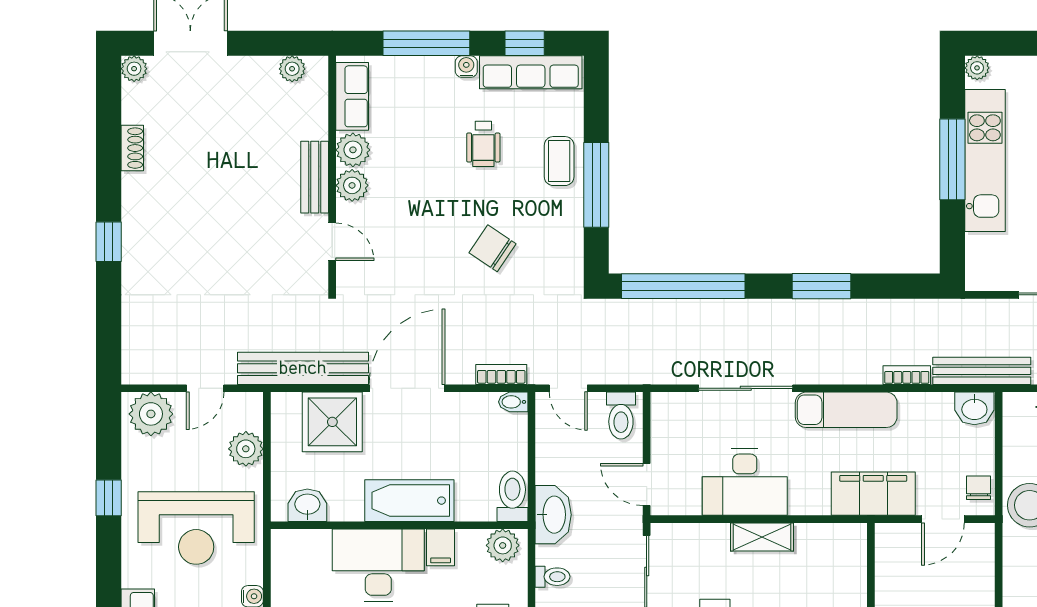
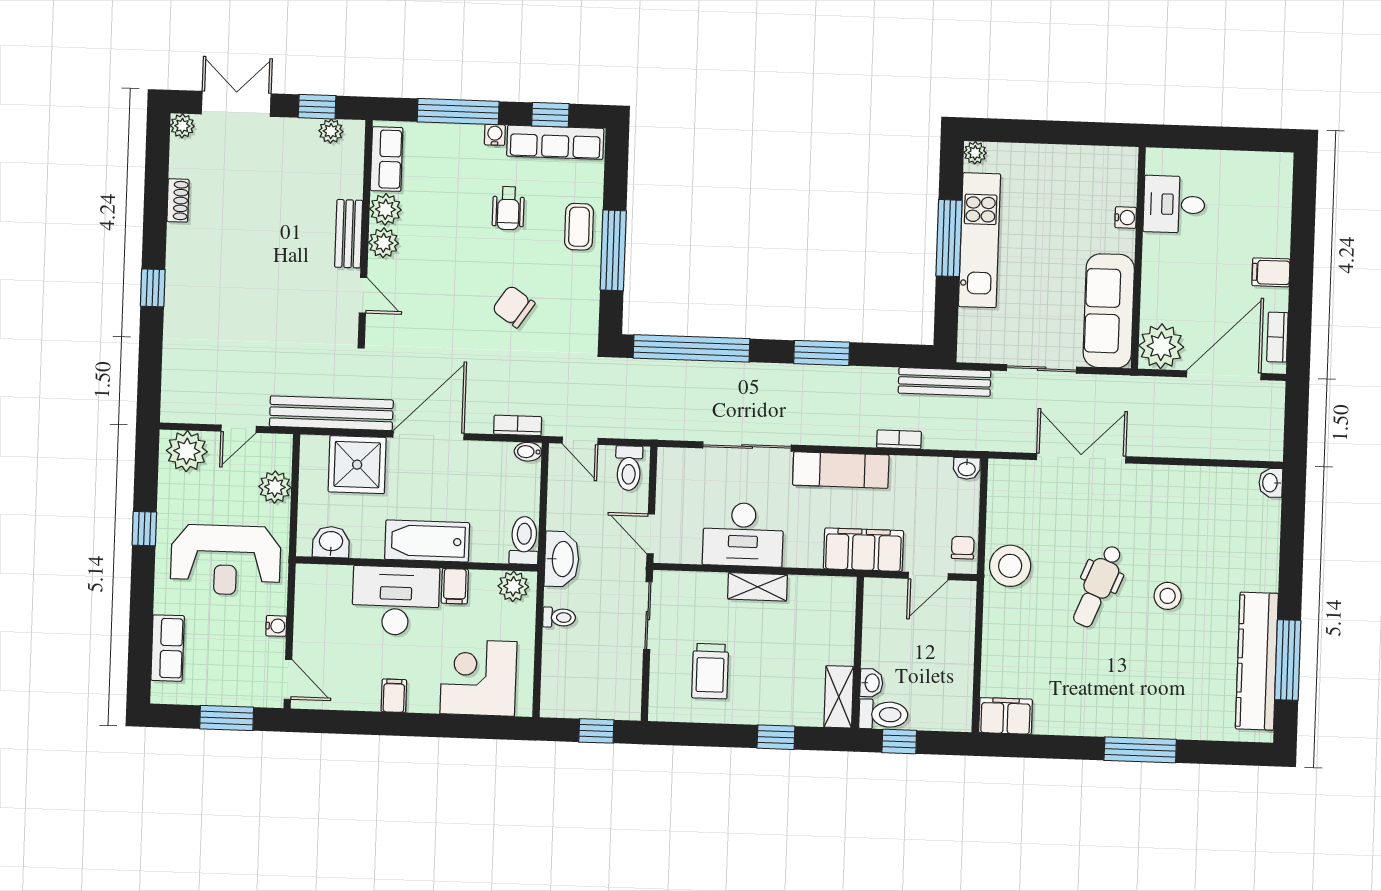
window: (276, 43) -> (317, 107), added
bench: (982, 371) -> (944, 382), moved
washbasin: (974, 408) -> (967, 468), width x0.72, depth x0.69

